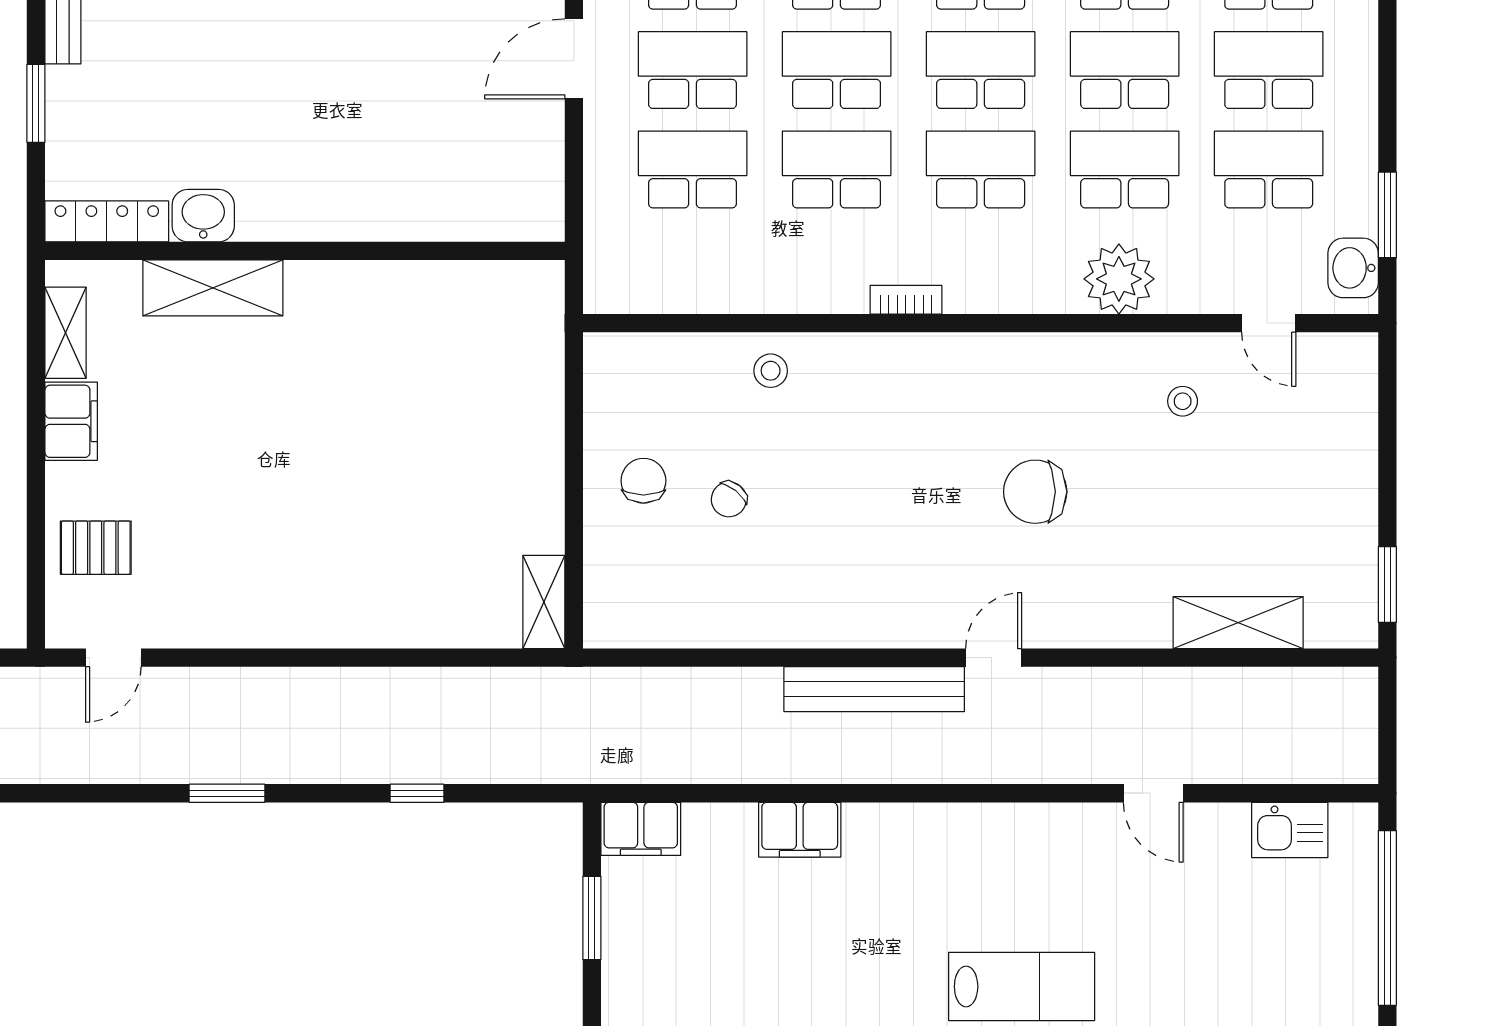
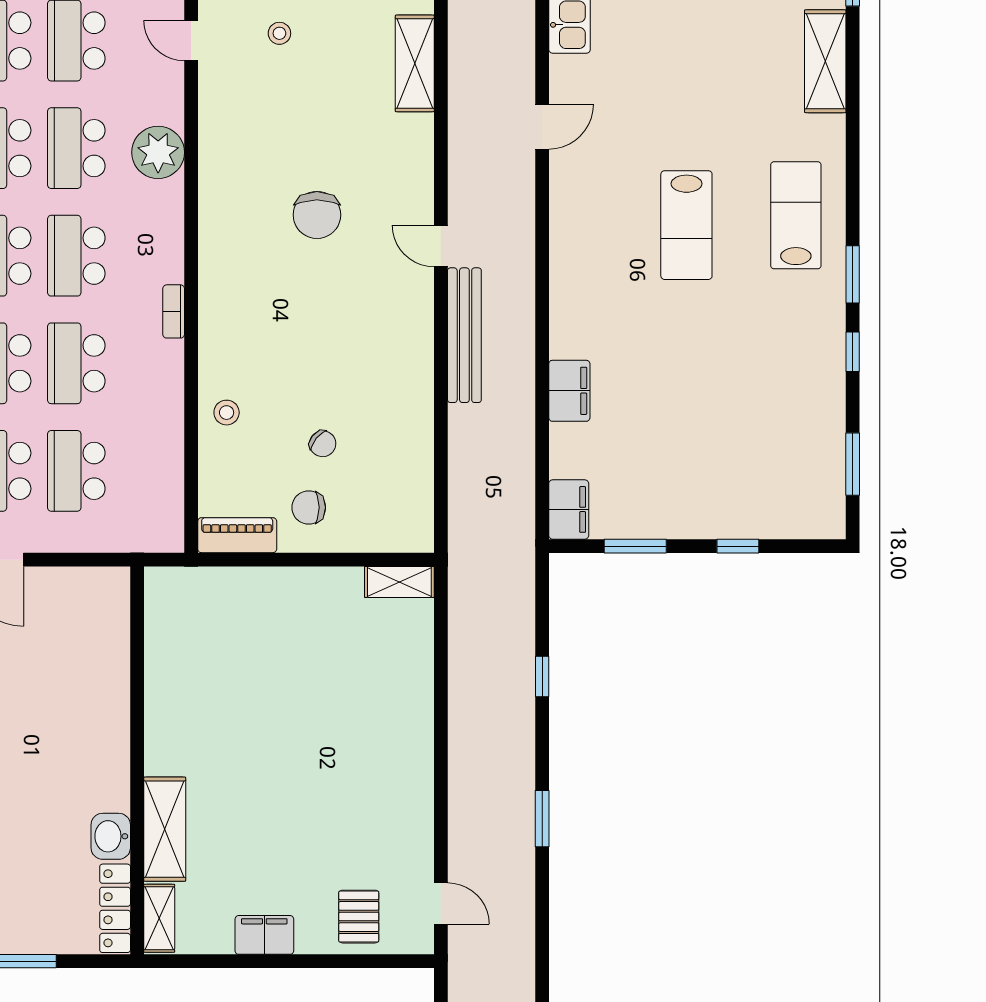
door: (1269, 323) -> (191, 41), swing flipped
shelving: (66, 333) -> (159, 918), moved, turned 90
piano: (606, 385) -> (237, 535), added
stool: (1183, 401) -> (279, 33), moved
lab bench: (1022, 986) -> (686, 225), turned 180

